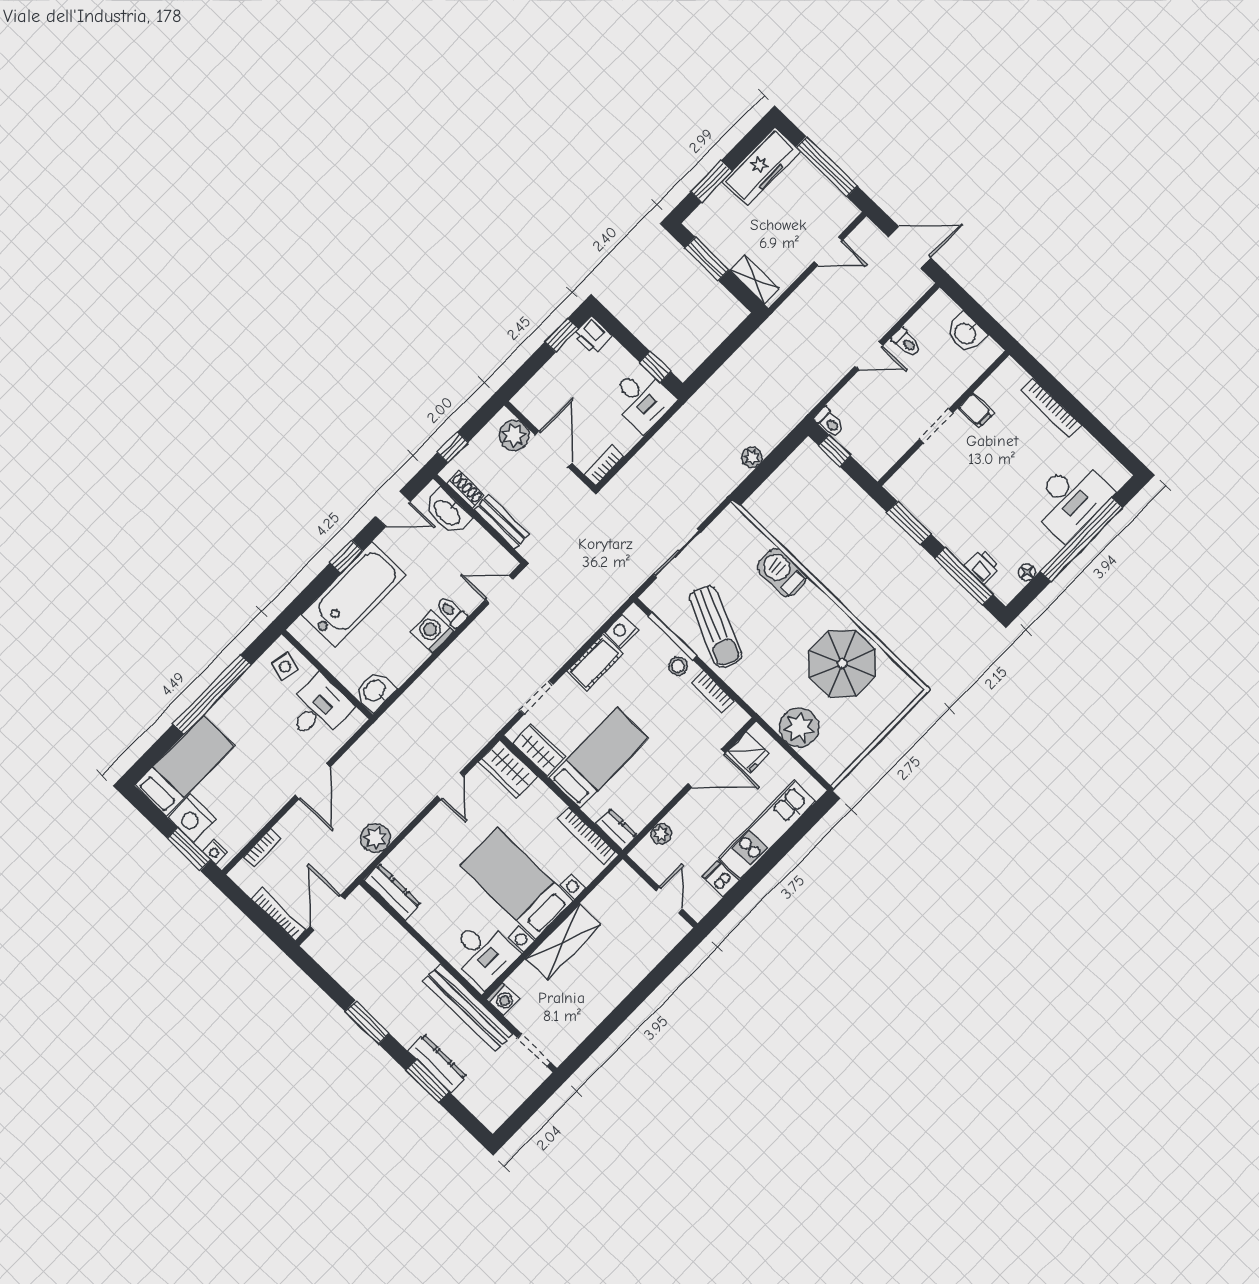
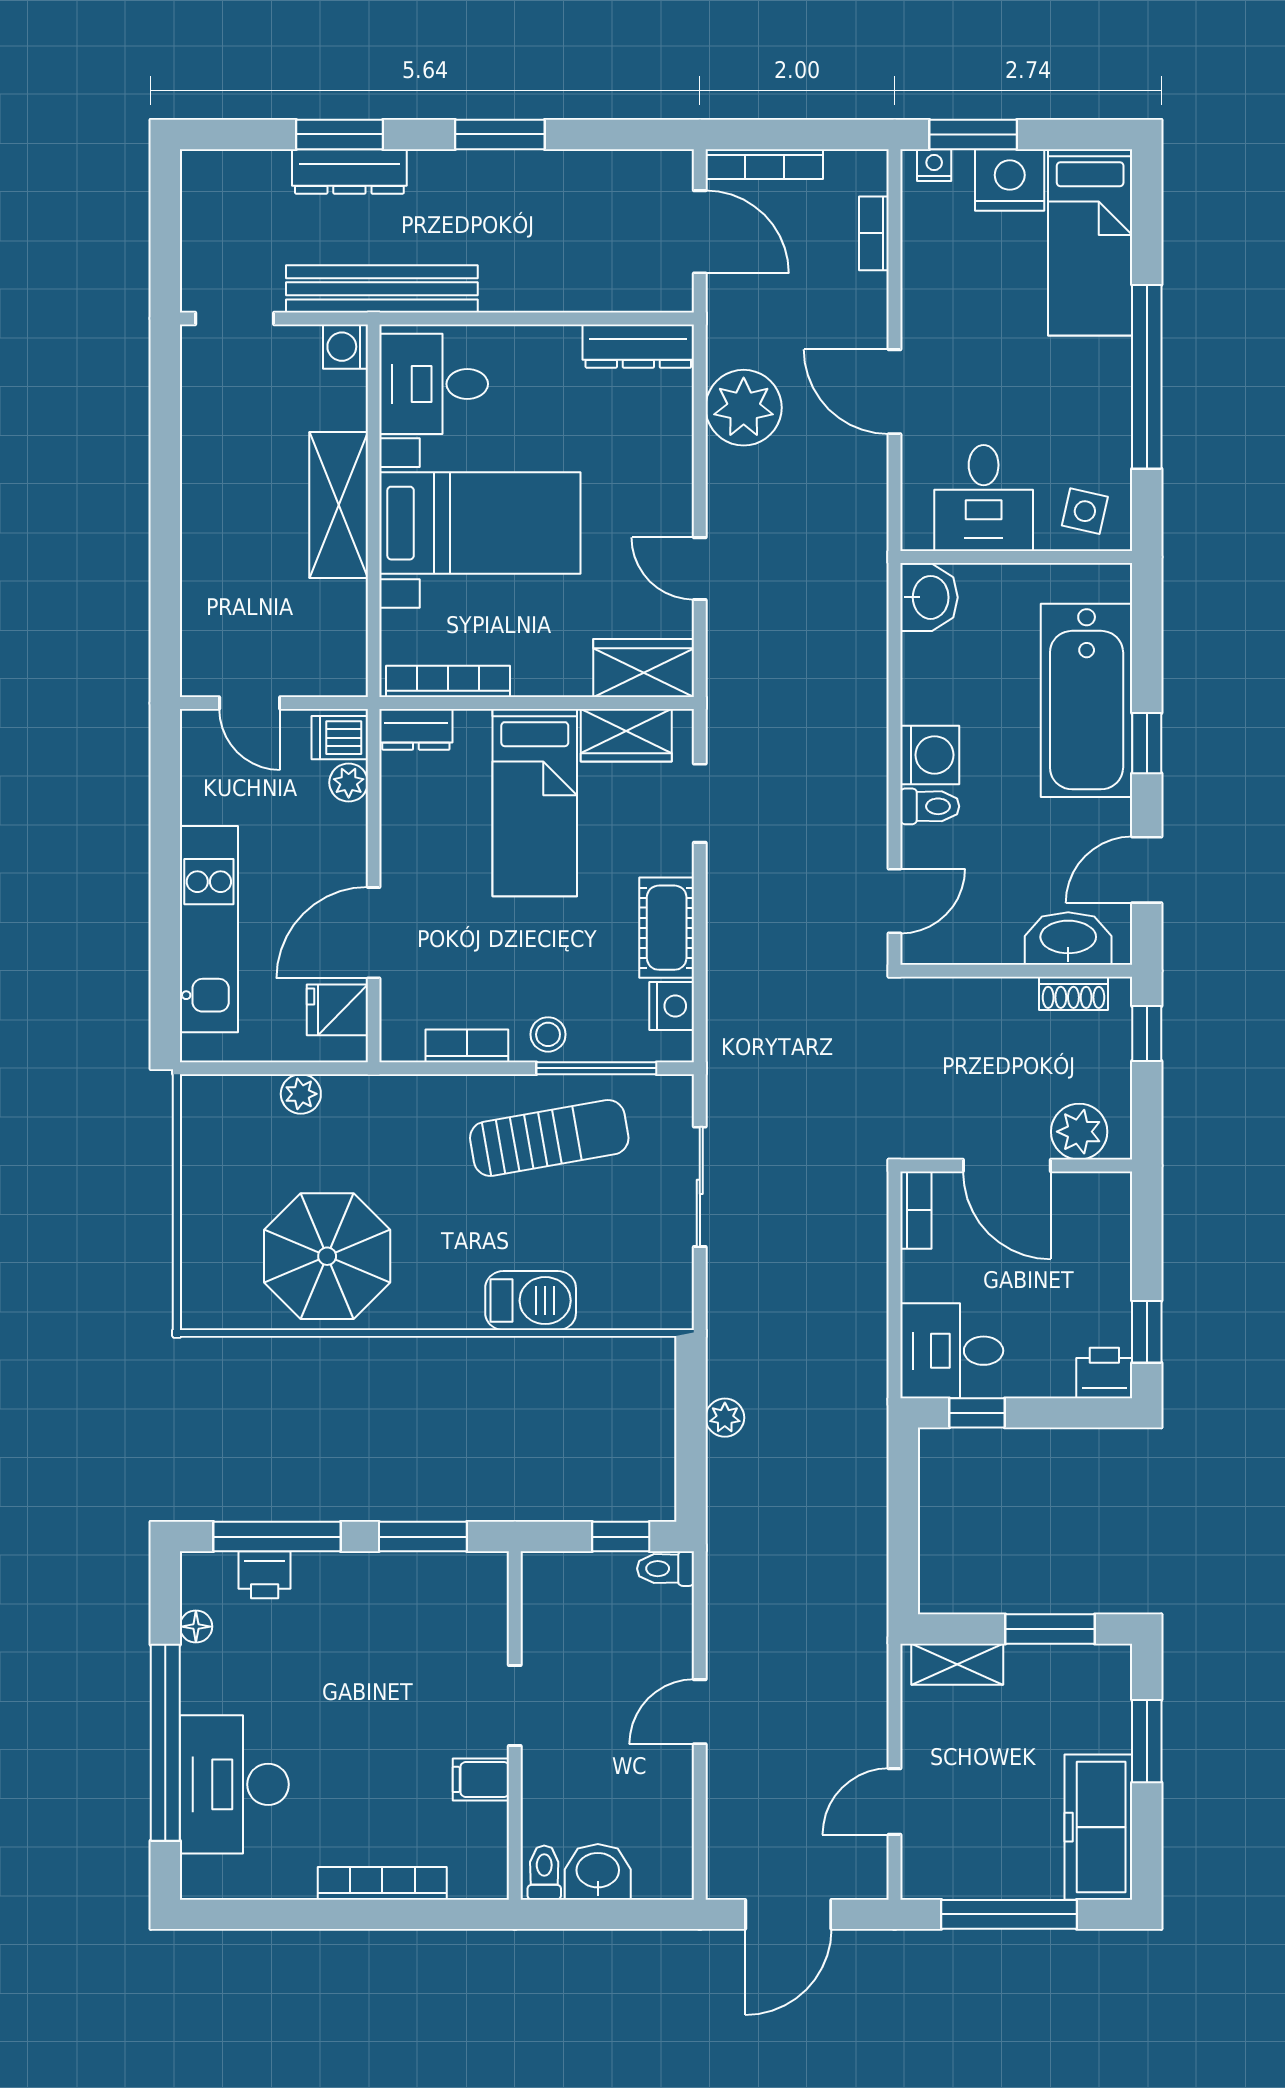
toilet: (906, 342) -> (544, 1873), moved, turned 90
bench: (502, 522) -> (981, 997), removed
sun lounger: (716, 627) -> (549, 1138), turned 146
plant: (799, 728) -> (301, 1094), width x0.53, depth x0.53
plant: (375, 838) -> (744, 408), width x1.36, depth x1.36
dishwasher: (720, 879) -> (340, 738), moved, turned 180

